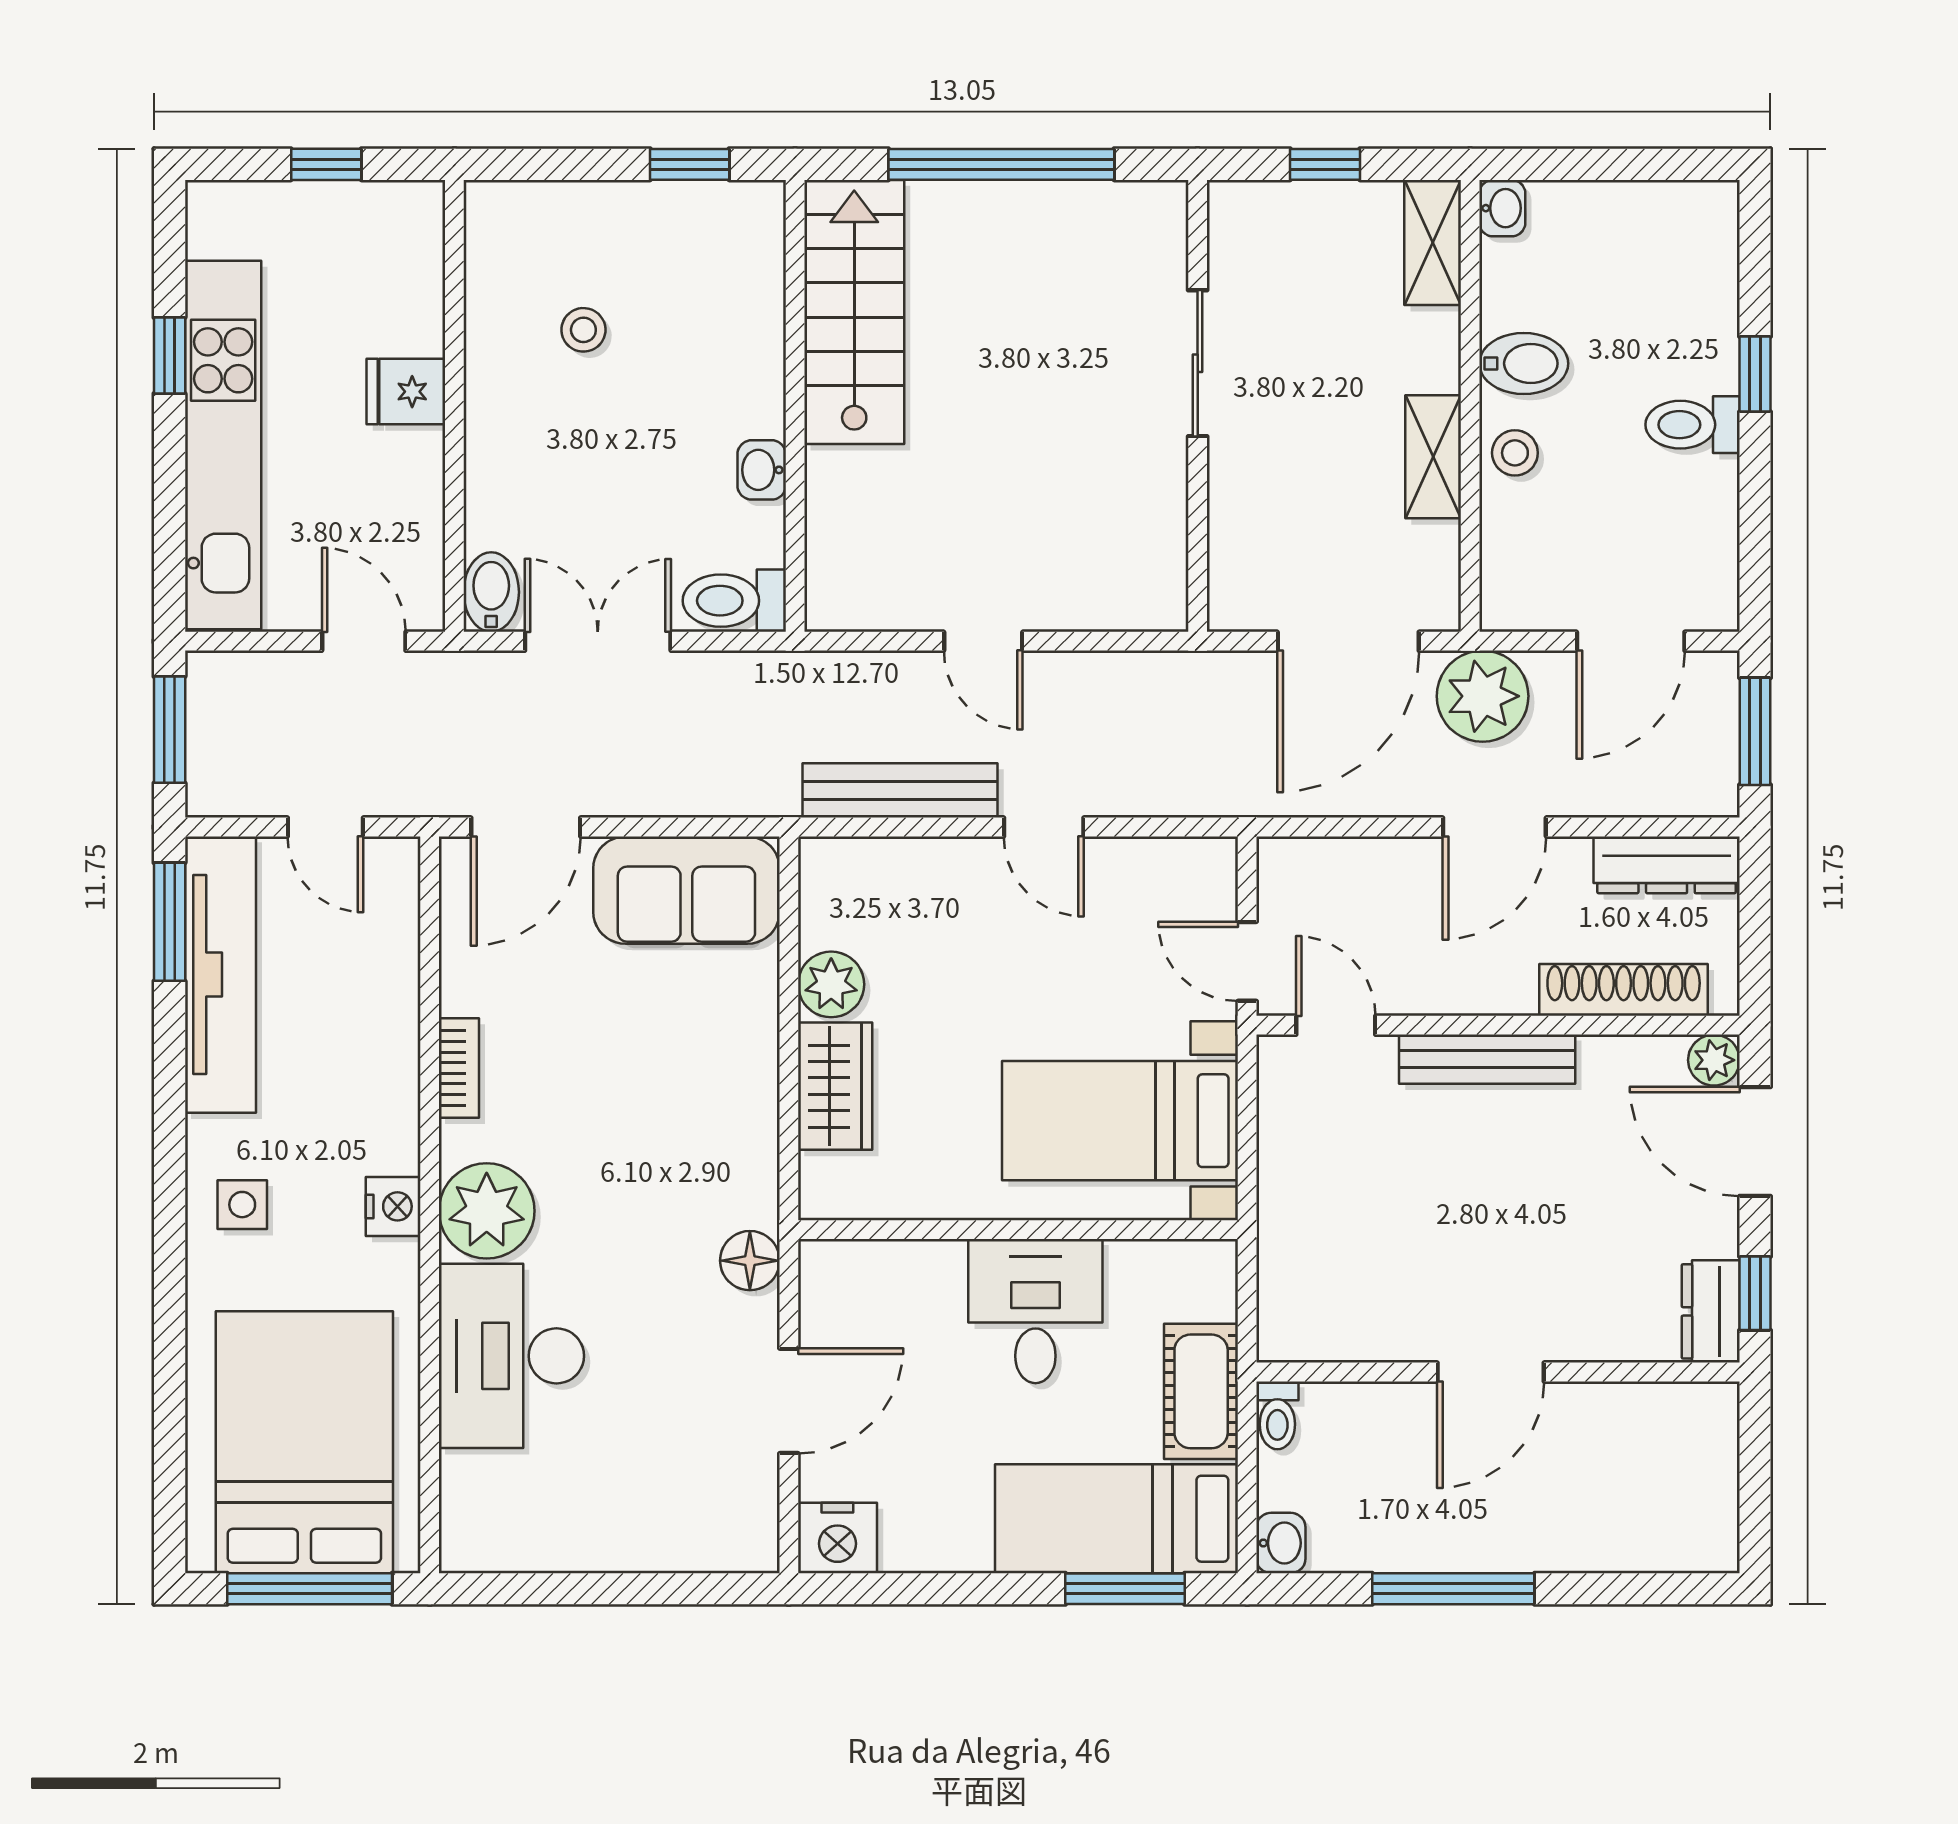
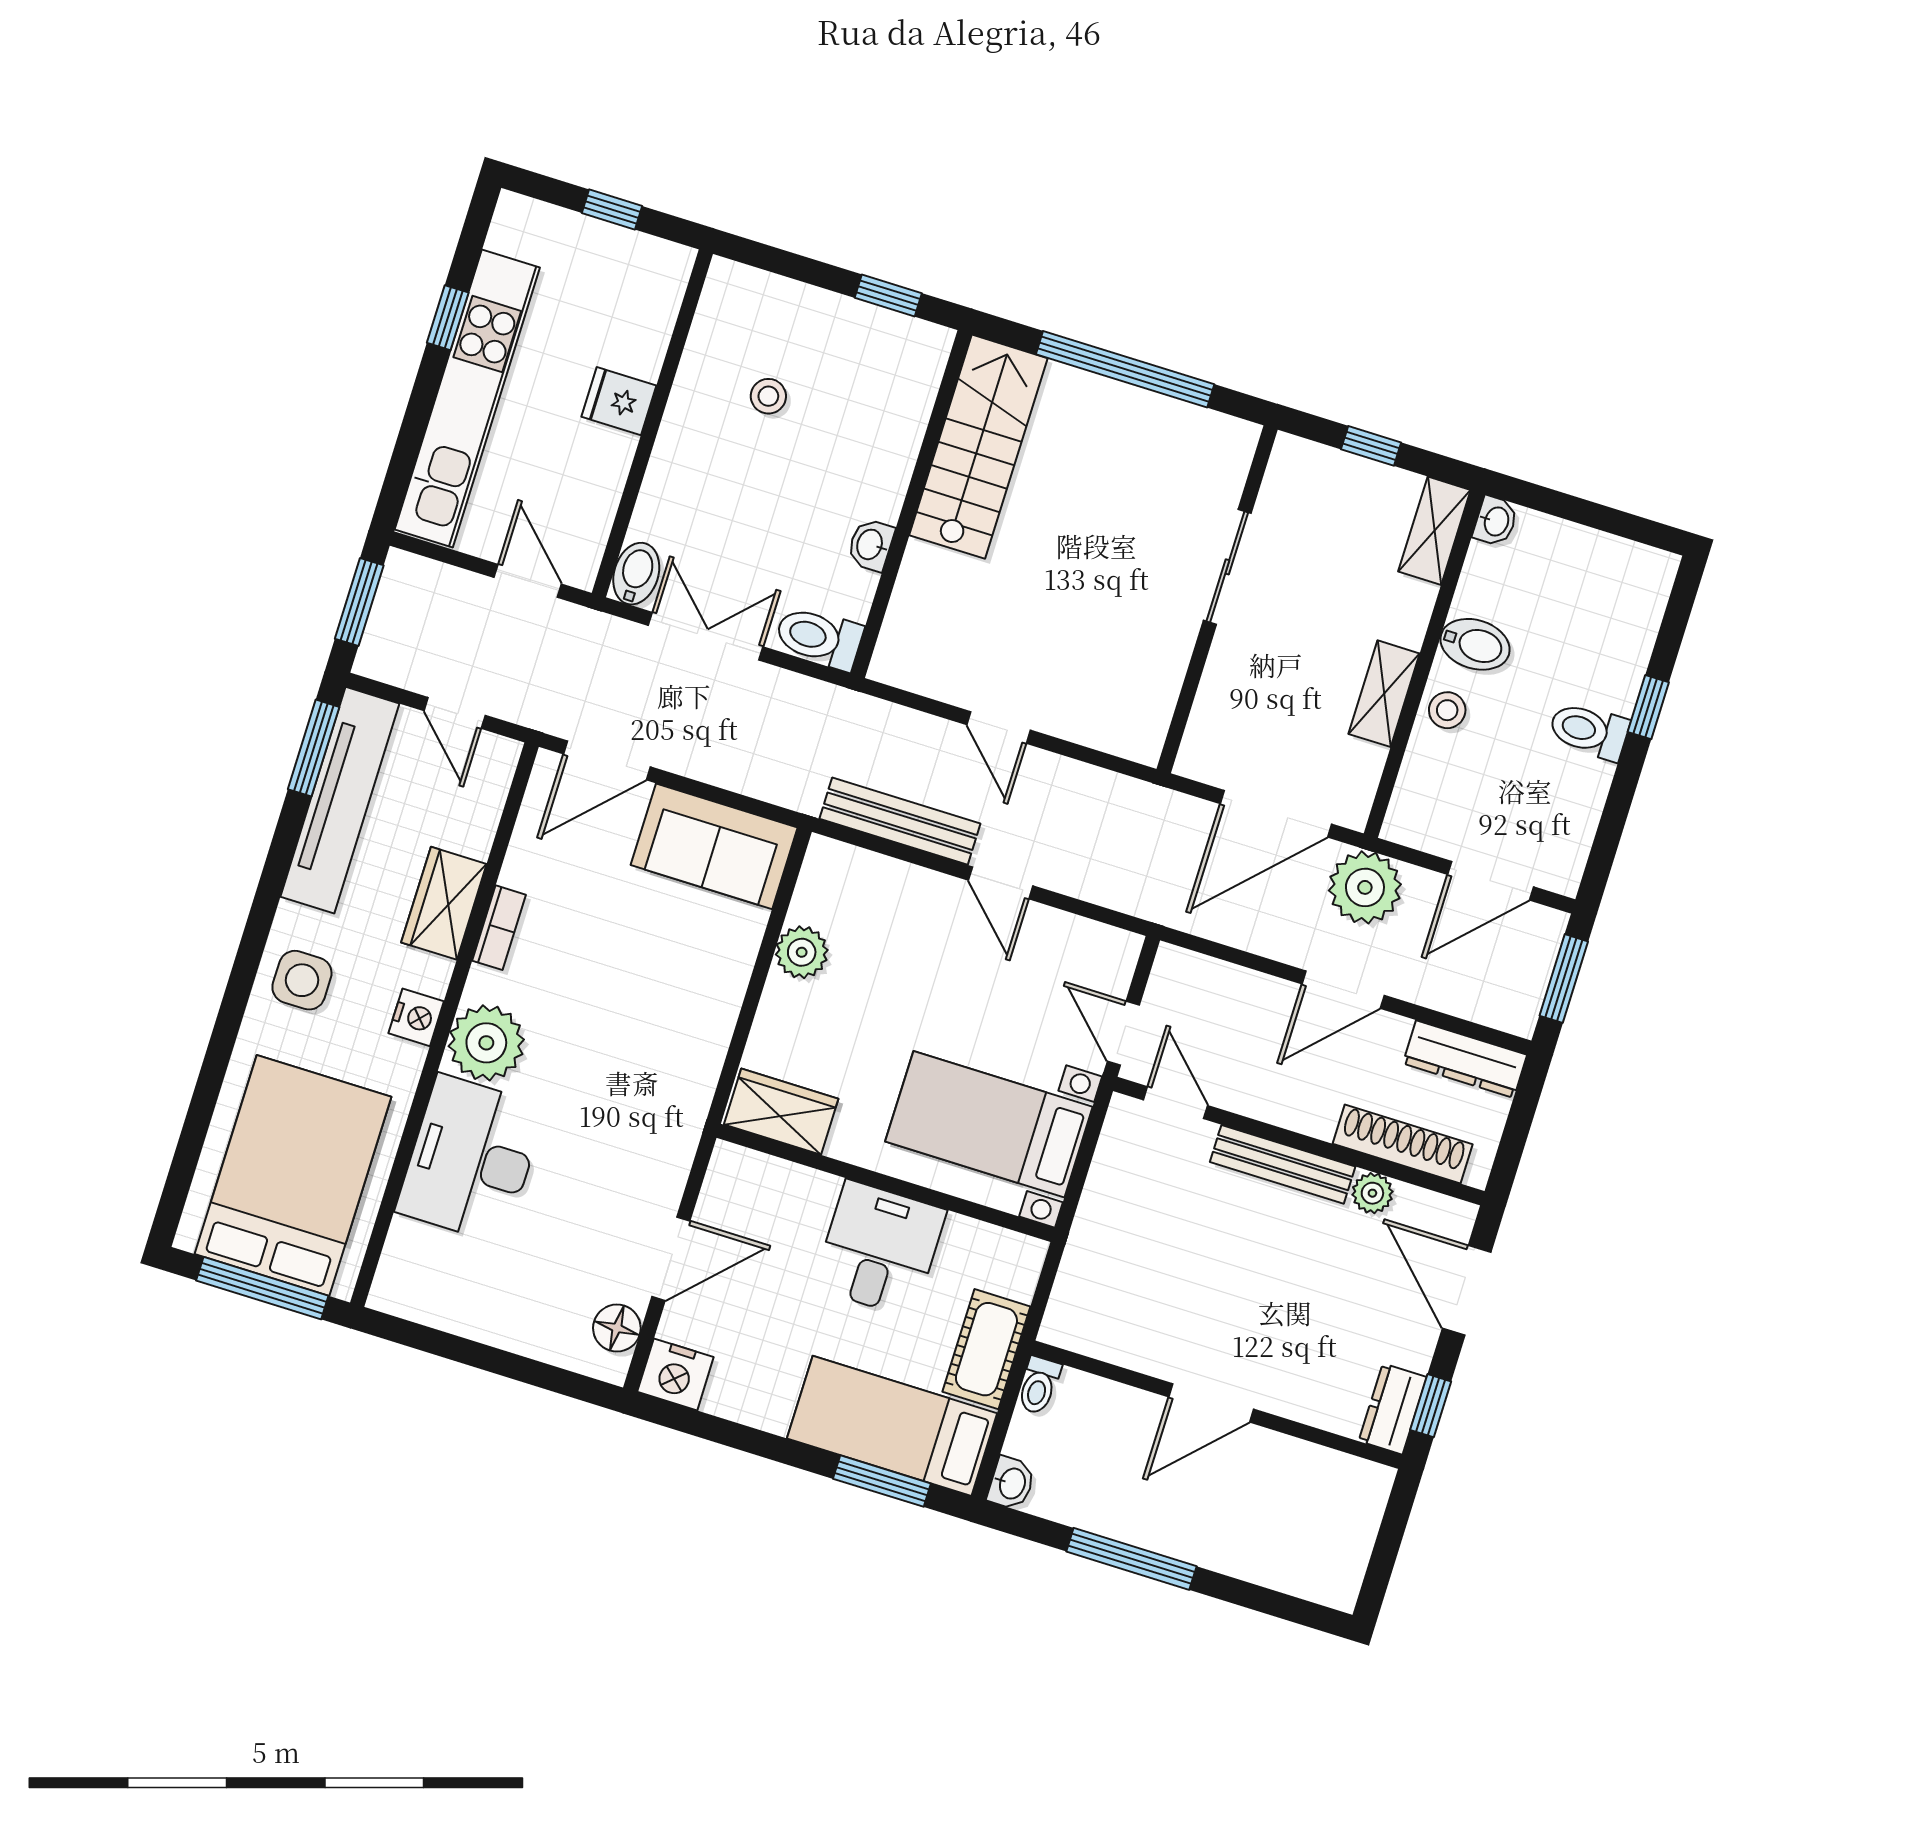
wardrobe: (384, 1059) -> (444, 903), added
plant: (1714, 1060) -> (1372, 1193), moved
wardrobe: (835, 1086) -> (781, 1112), moved, turned -90
side table: (242, 1205) -> (302, 980), width x1.37, depth x1.37
floor lamp: (750, 1261) -> (617, 1328), moved

